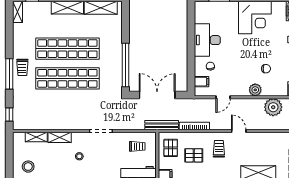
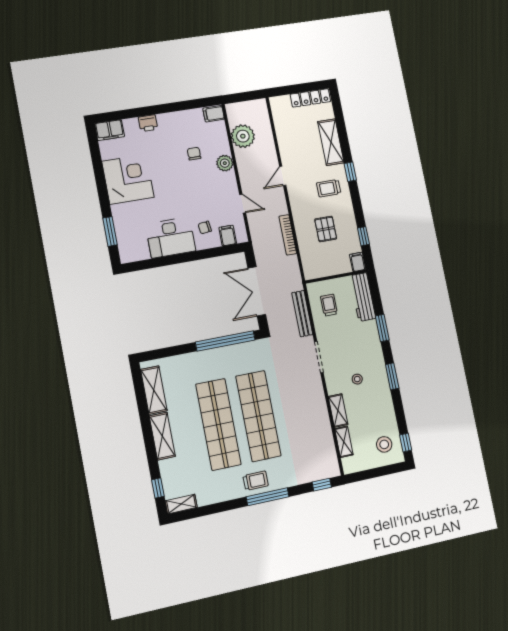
bench: (162, 125) -> (302, 314), moved
pallet: (171, 148) -> (322, 261), removed
trolley: (219, 149) -> (329, 188), moved

